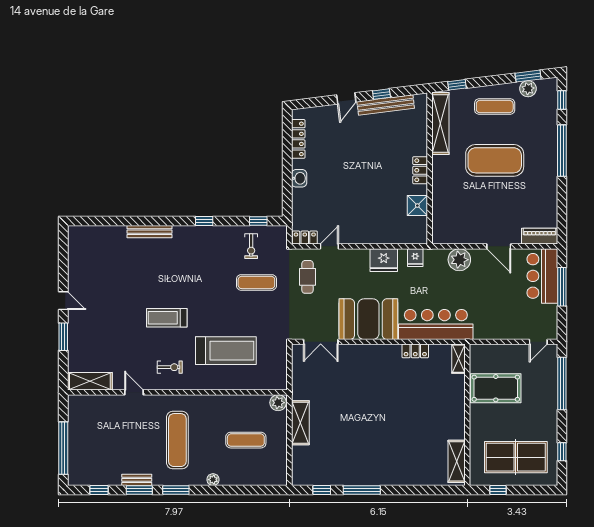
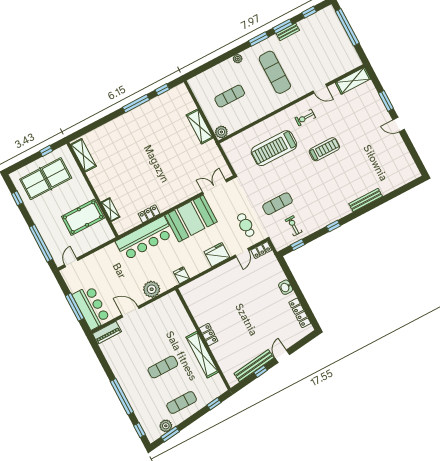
shelving: (440, 124) -> (202, 355), moved
exercise mat: (495, 160) -> (163, 367), width x0.50, depth x0.69
shower: (417, 206) -> (198, 310), removed
fridge: (384, 260) -> (217, 255), moved
shelving: (458, 359) -> (110, 210), moved

